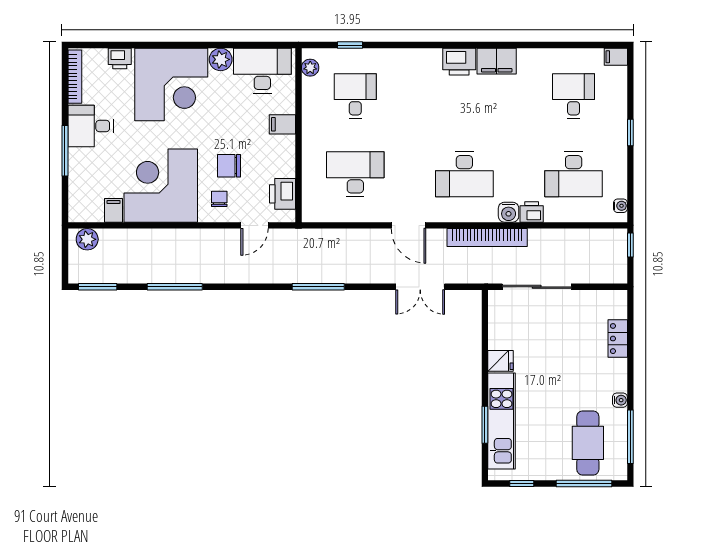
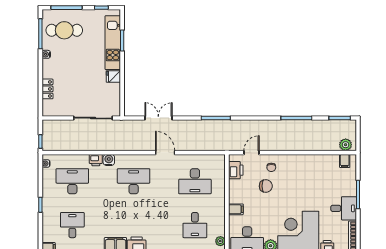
desk: (574, 96) -> (72, 225), turned 180
corner desk: (161, 186) -> (304, 175), removed
filing cabinet: (113, 210) -> (345, 161), moved
bookcase: (487, 237) -> (121, 146), removed
cafe table: (588, 443) -> (64, 30), turned 90

